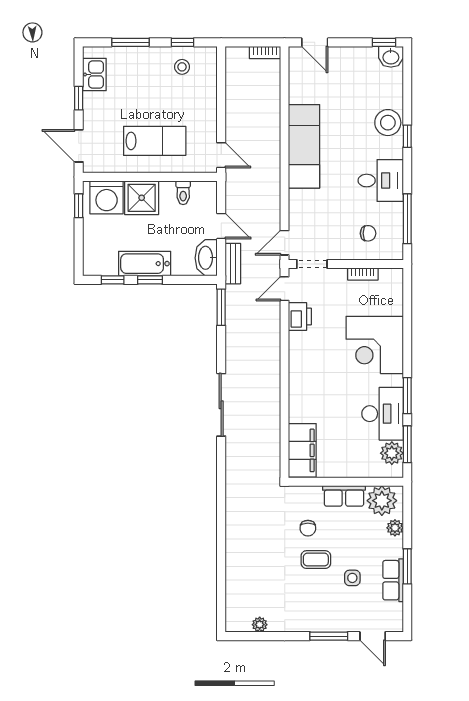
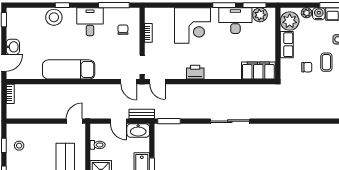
washbasin: (391, 57) -> (13, 47), moved
door: (221, 226) -> (118, 121), swing flipped
printer: (300, 317) -> (195, 72), moved
water cooler: (394, 547) -> (319, 14), added

